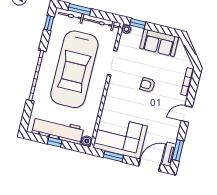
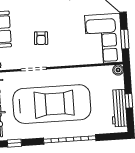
armchair: (148, 85) -> (41, 38), moved
workbench: (58, 130) -> (119, 108), width x0.73, depth x0.76

